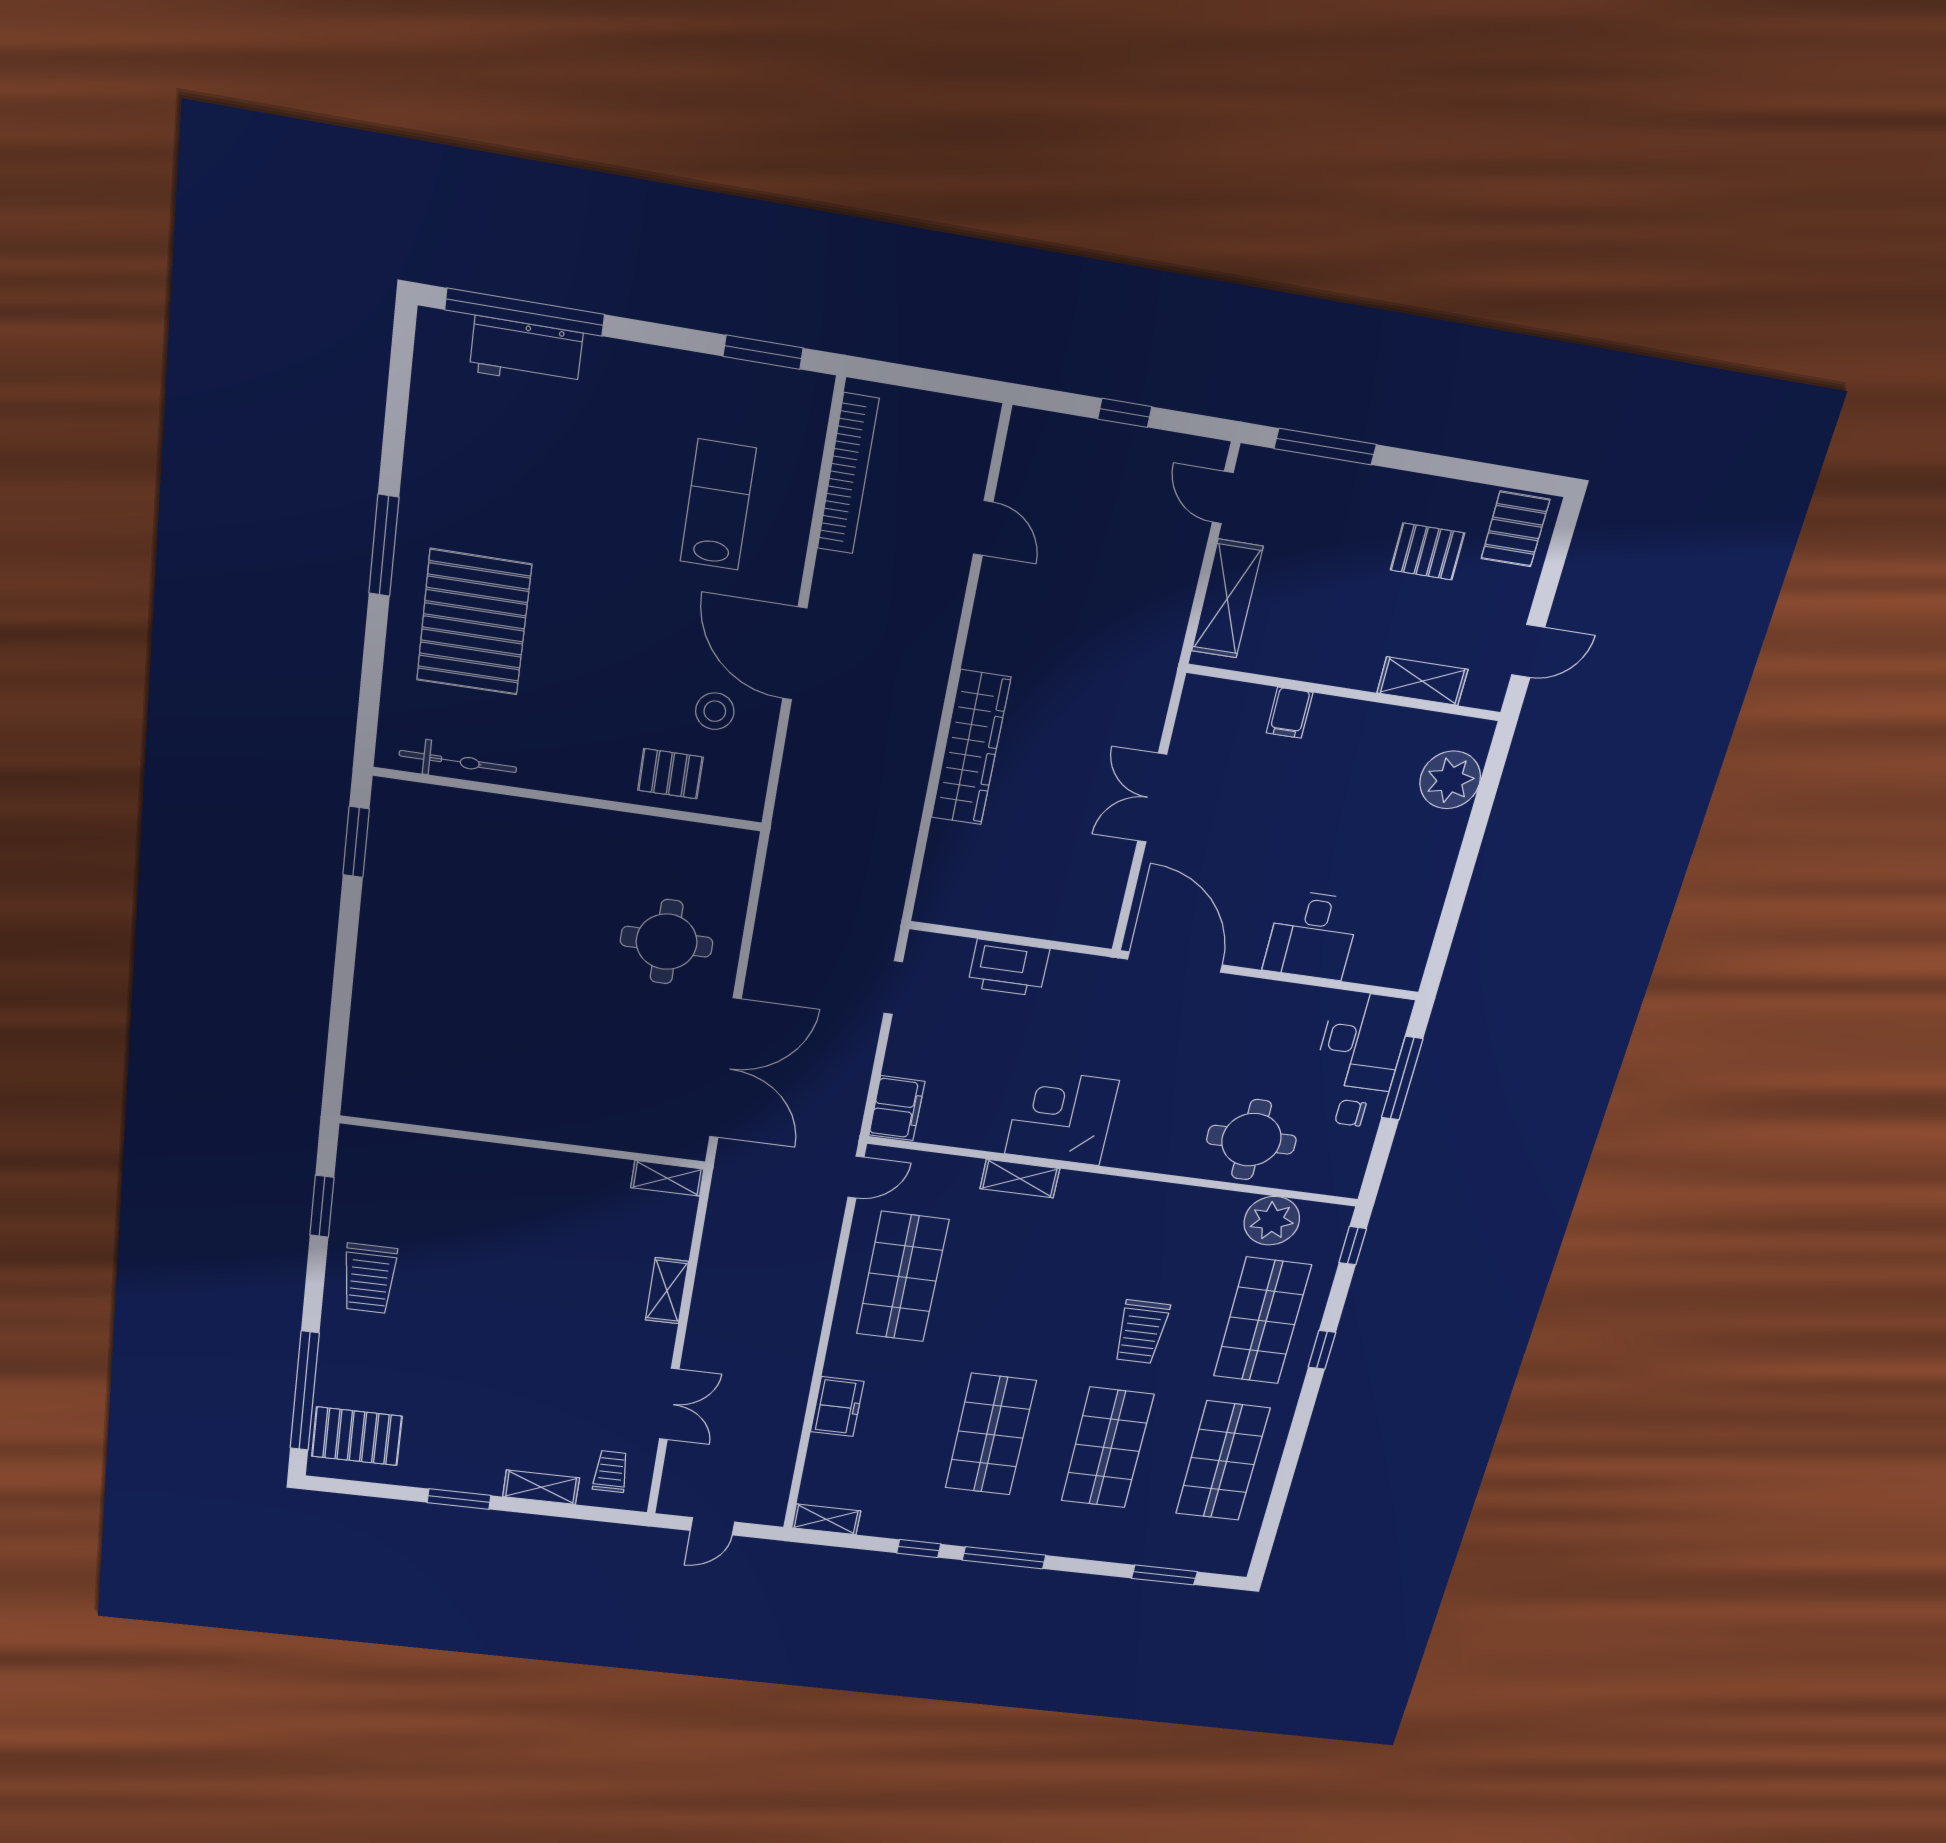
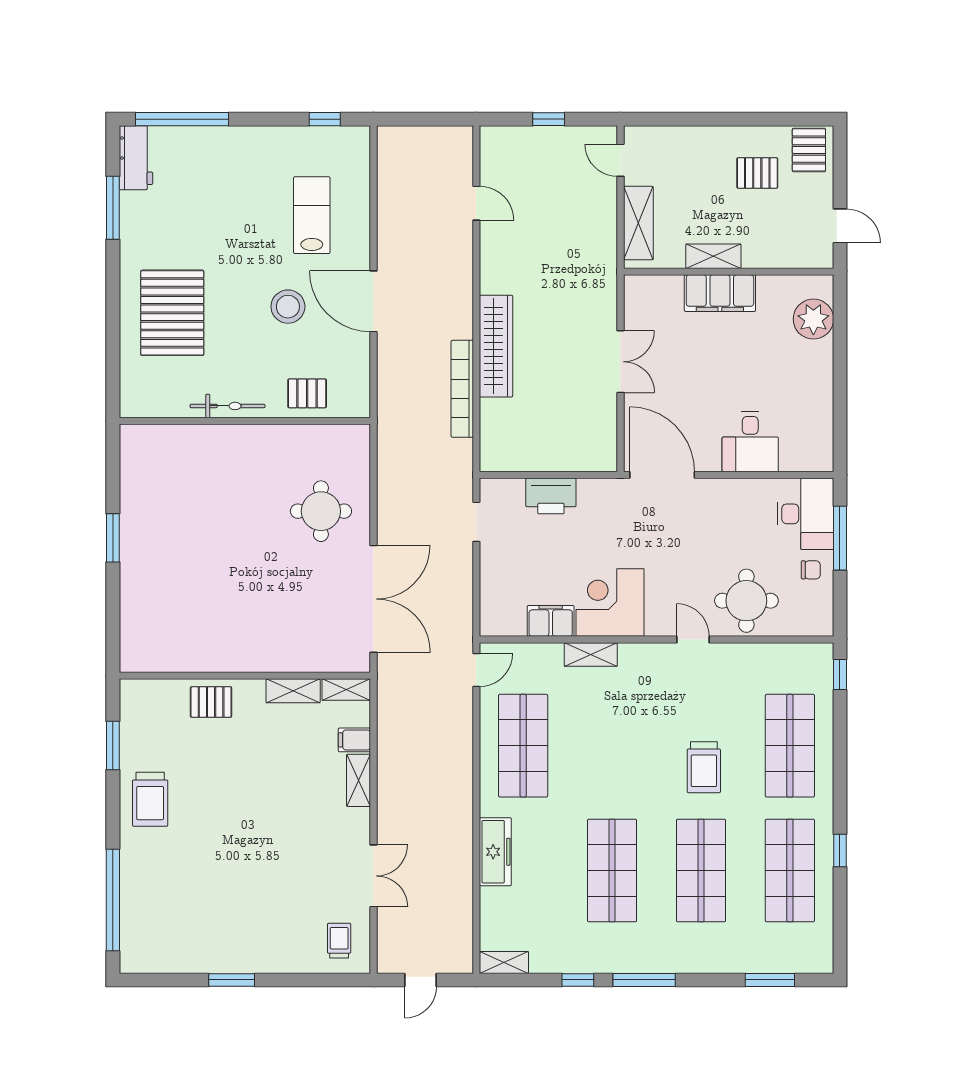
workbench: (526, 352) -> (136, 158), moved, turned -90
window: (763, 352) -> (325, 119), width x0.67
window: (1325, 447) -> (676, 119), removed
bookcase: (848, 474) -> (462, 389), moved, turned 180
window: (384, 545) -> (113, 208), moved
door: (1528, 651) -> (840, 226), hinge flipped
shelving: (1422, 681) -> (713, 256), moved
stool: (715, 711) -> (288, 307), moved, width x1.38, depth x1.38
filing cabinet: (1289, 713) -> (720, 293), width x3.00, depth x1.17
bicycle: (458, 761) -> (228, 406), moved
double door: (1152, 798) -> (620, 362), swing flipped
window: (356, 842) -> (113, 538), moved
filing cabinet: (897, 1108) -> (551, 621), moved, turned -90
chair: (1350, 1113) -> (811, 570), turned 180
door: (1165, 1178) -> (693, 640), added
plant: (1272, 1221) -> (777, 663), removed
filing cabinet: (669, 1242) -> (354, 740), added
window: (1322, 1350) -> (840, 851), moved
freezer: (837, 1407) -> (495, 852), width x1.40
pallet: (357, 1436) -> (211, 702), moved, width x0.67, depth x0.71
shelving: (541, 1487) -> (293, 691), moved

